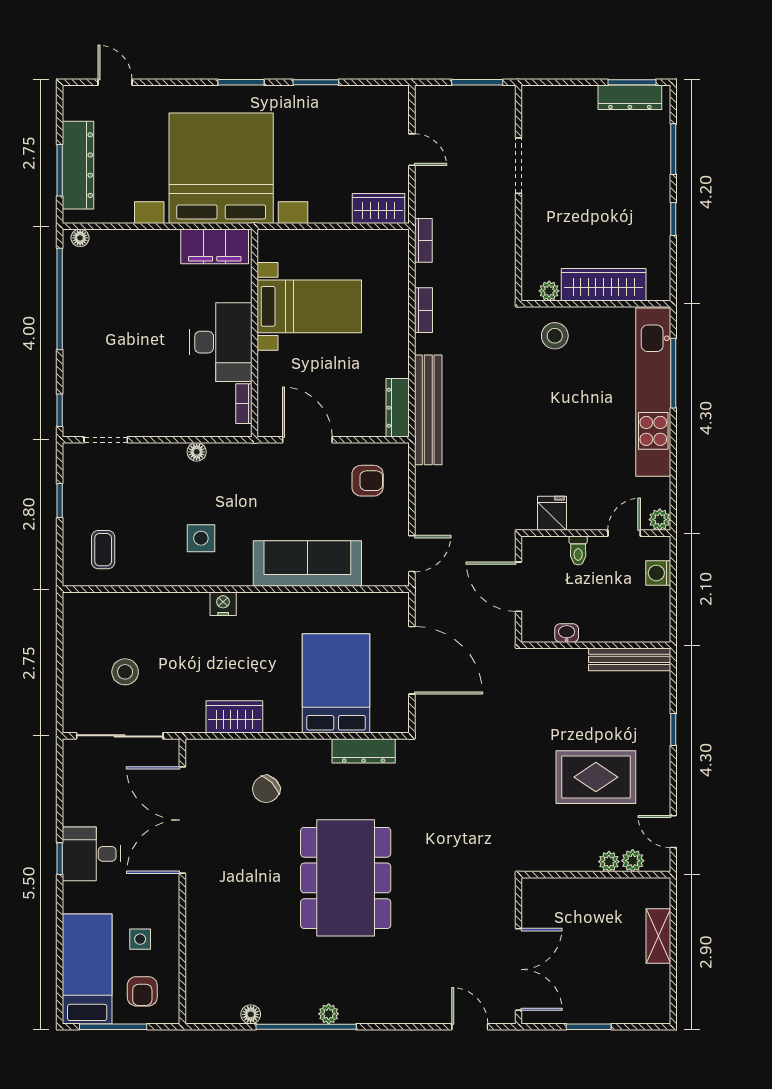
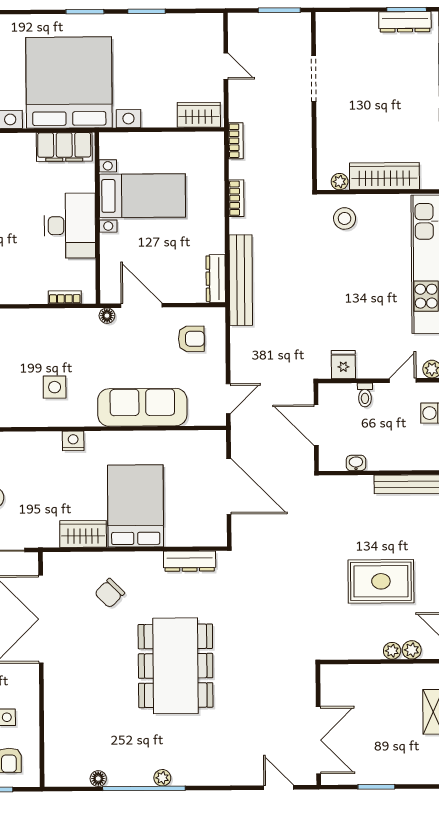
bookcase: (244, 404) -> (65, 297), moved, turned 90
floor lamp: (197, 452) -> (107, 316), moved
bed: (336, 683) -> (135, 506), moved

